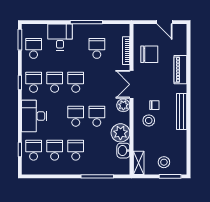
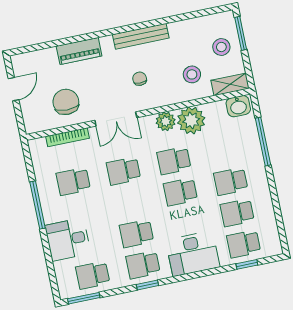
school desk: (76, 82) -> (124, 171), moved
plant: (123, 105) -> (166, 121), moved
stool: (149, 120) -> (192, 74), moved
washbasin: (123, 151) -> (238, 106), moved

